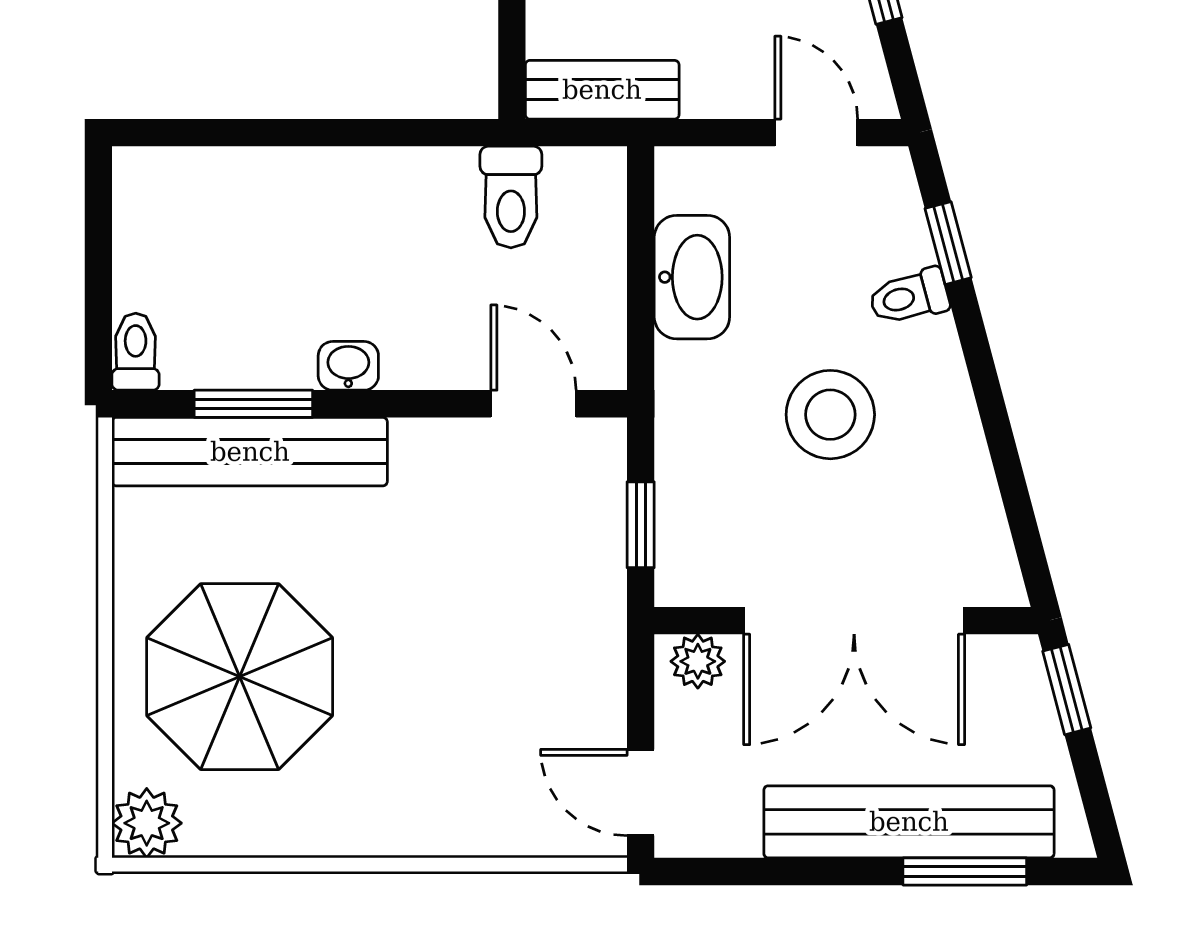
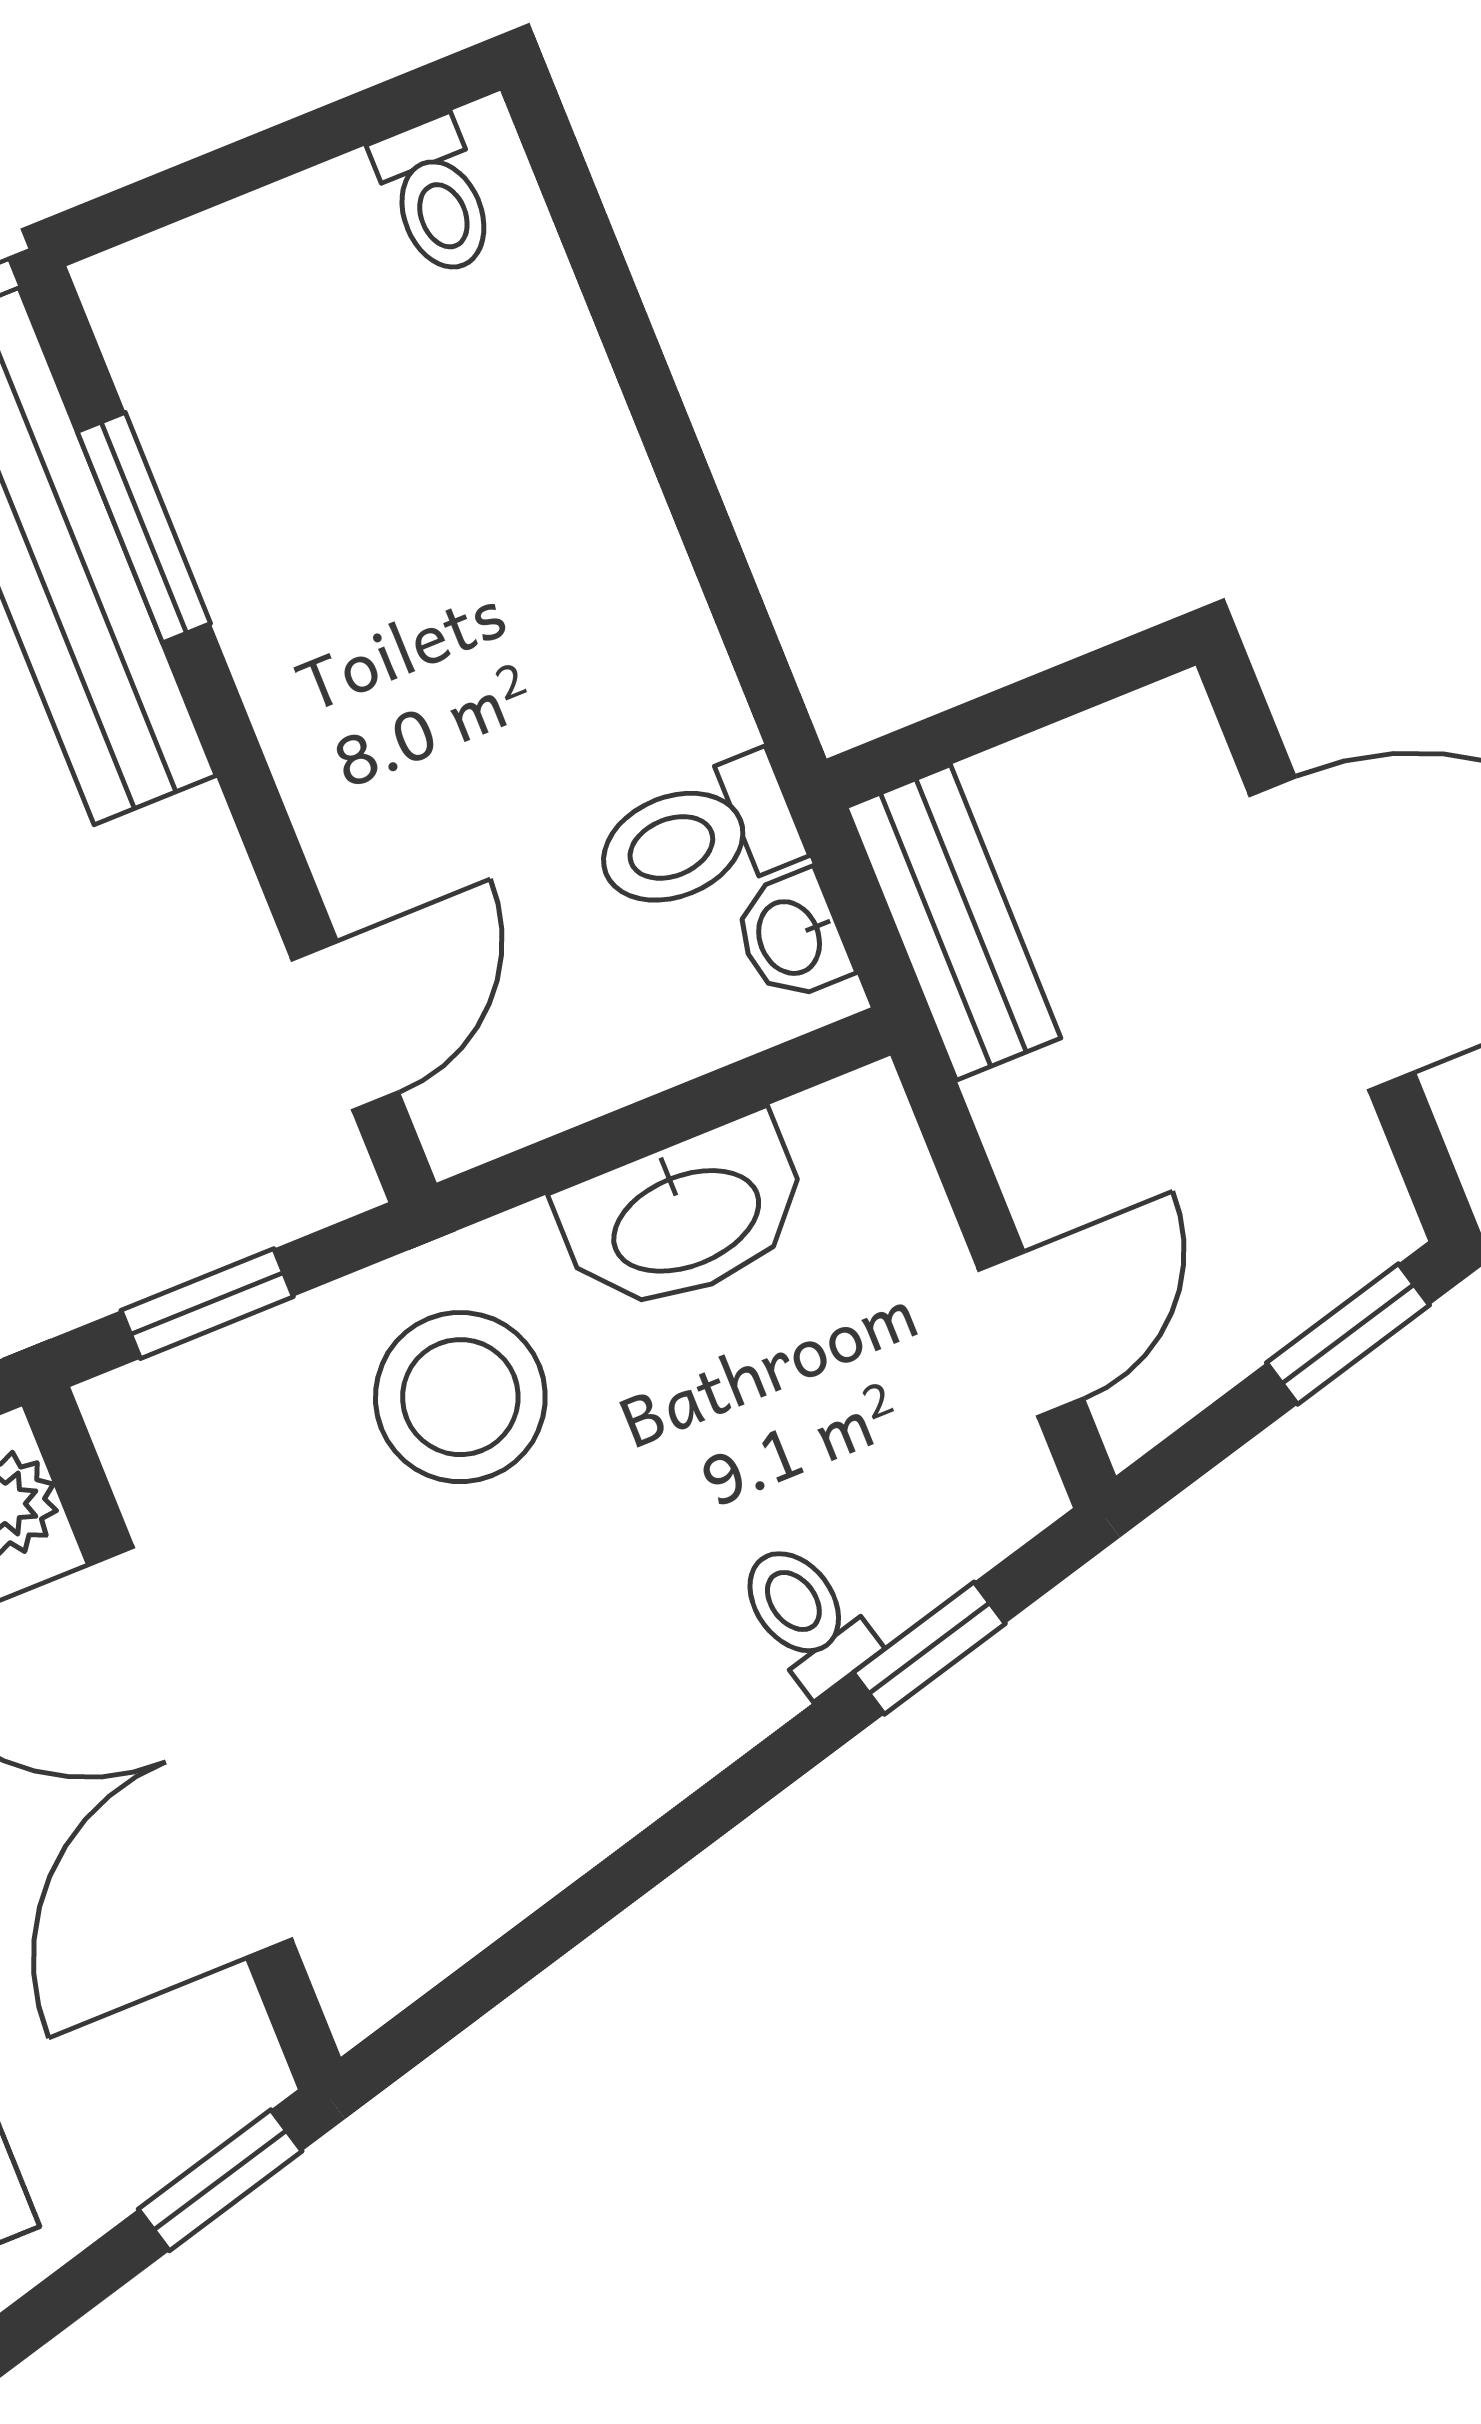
toilet: (136, 352) -> (436, 197), moved, turned 90
washbasin: (348, 366) -> (792, 936), moved, turned 180
stool: (830, 415) -> (460, 1397), moved

